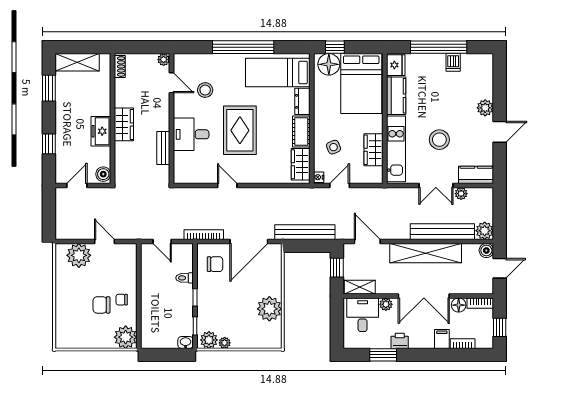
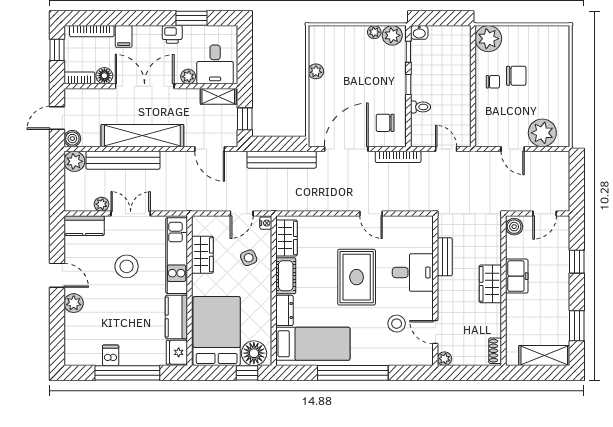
door: (500, 132) -> (57, 275), swing flipped
plant: (269, 309) -> (316, 71), width x0.53, depth x0.53
bookcase: (463, 344) -> (92, 31), width x1.56

